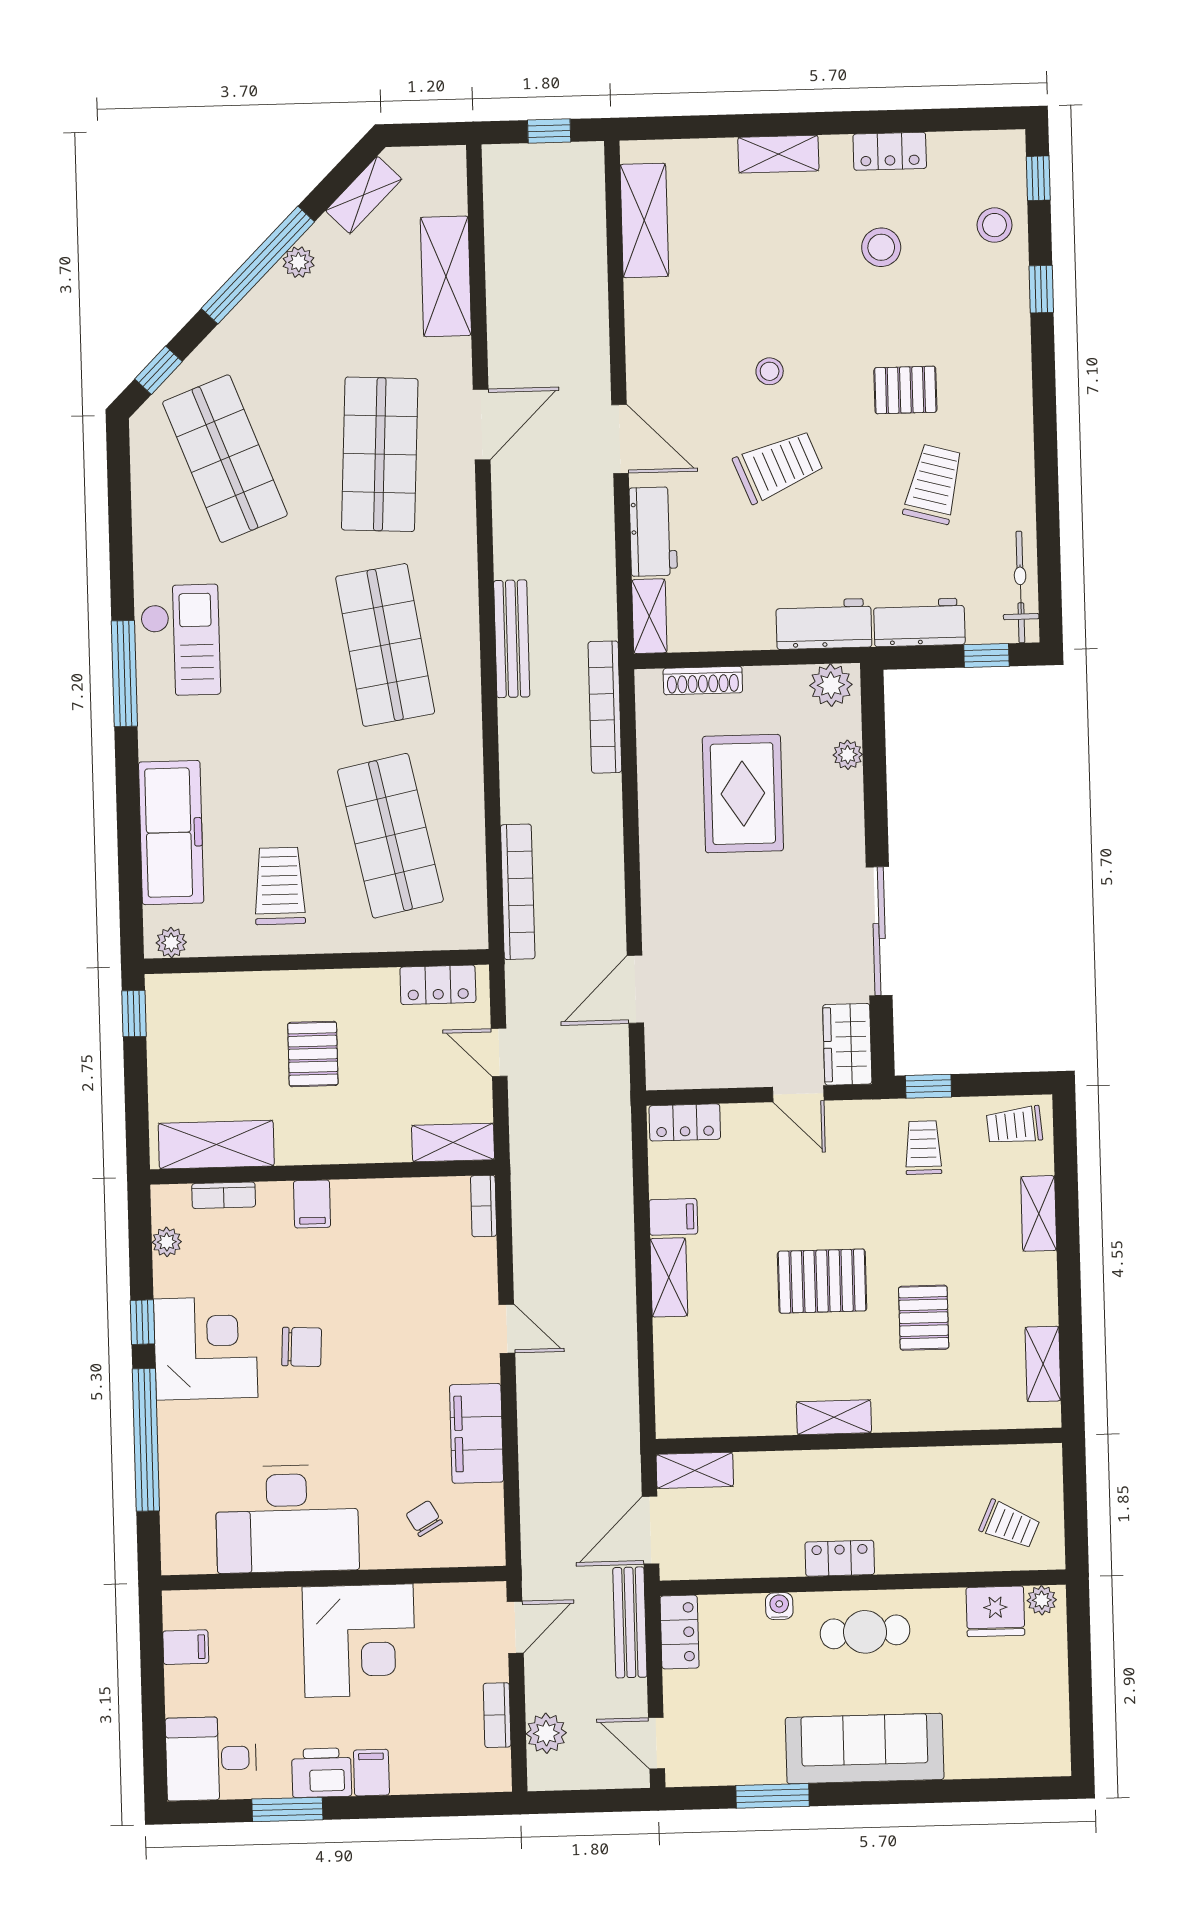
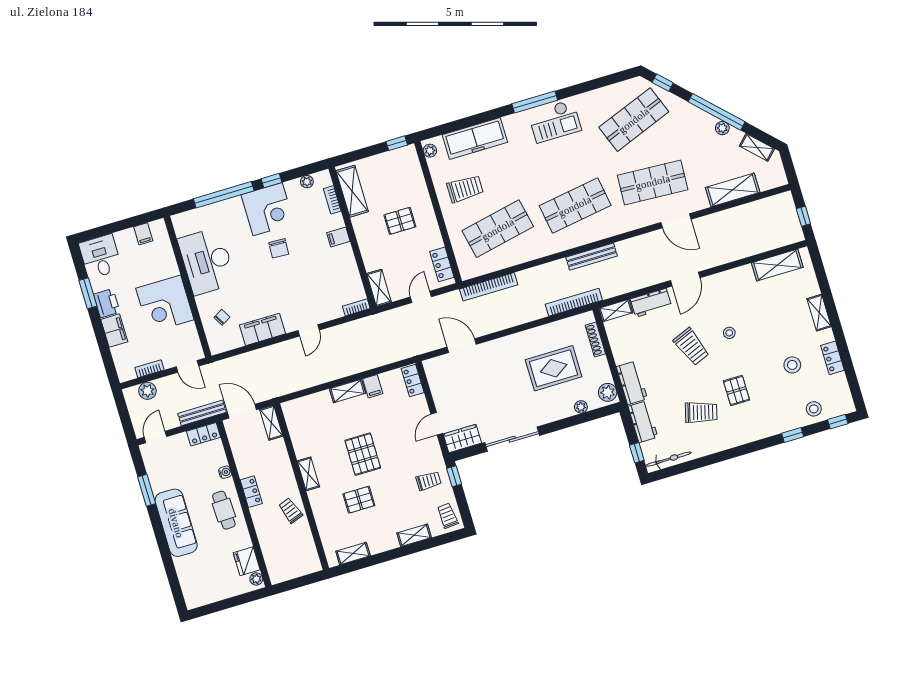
trolley: (1010, 1524) -> (291, 511), moved, turned 136
filing cabinet: (371, 1773) -> (114, 331), width x2.00

